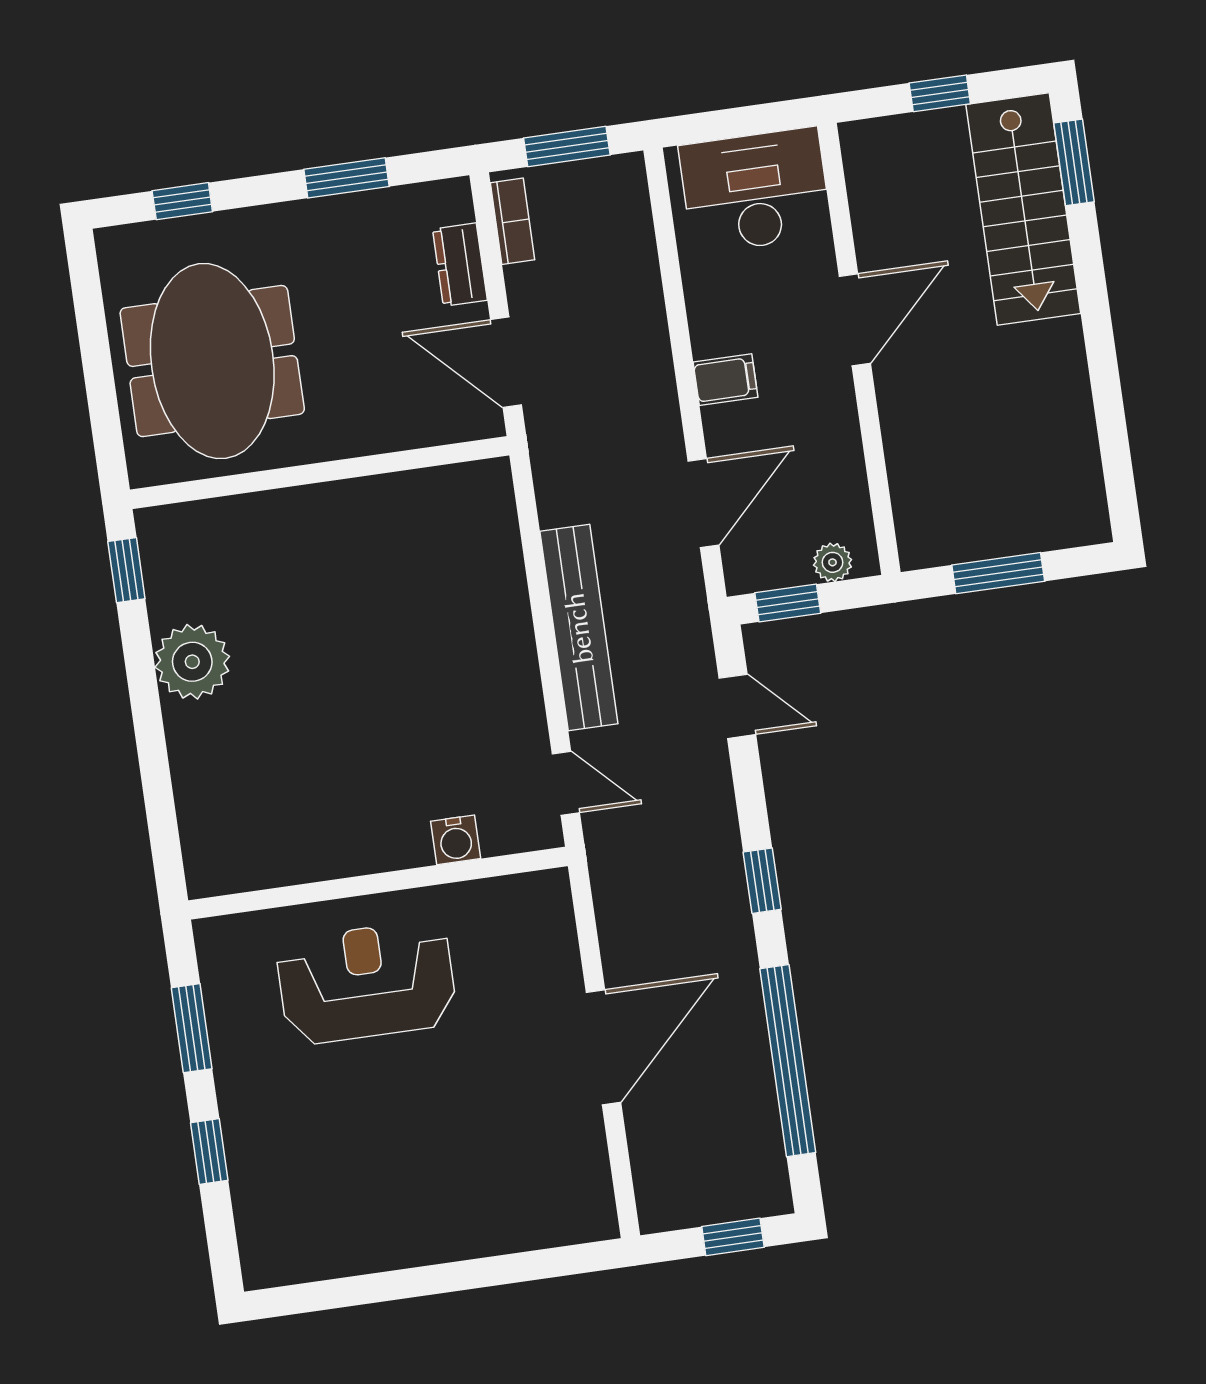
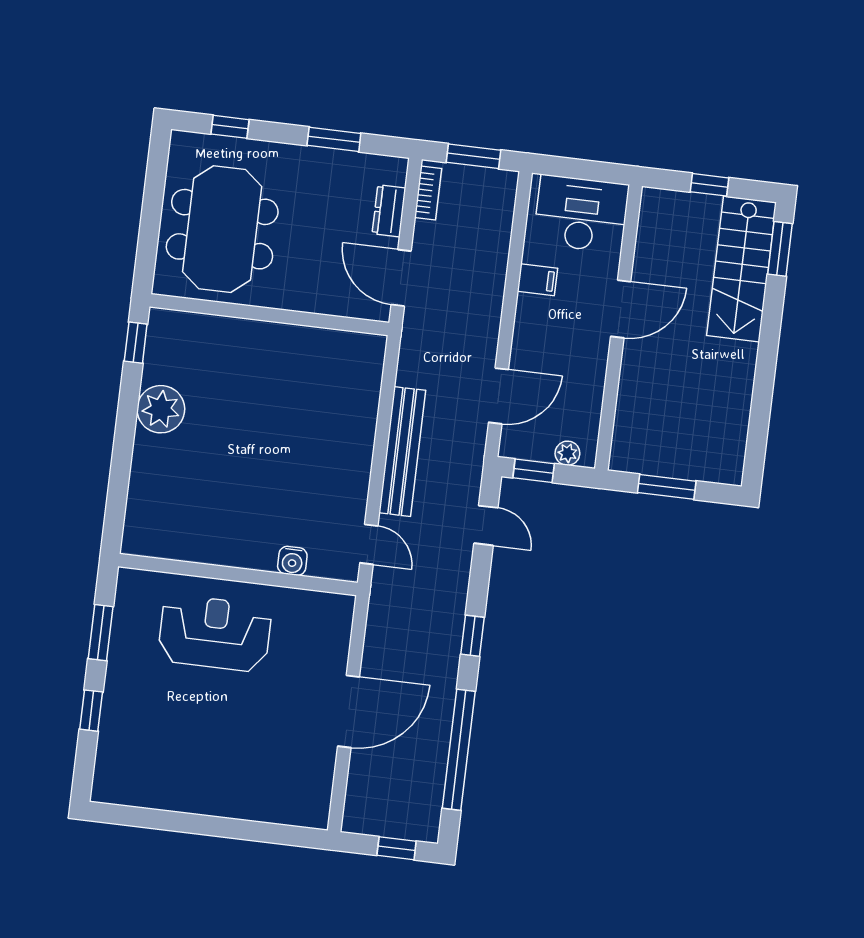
filing cabinet: (725, 380) -> (537, 280), moved

